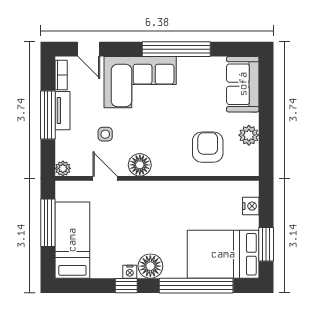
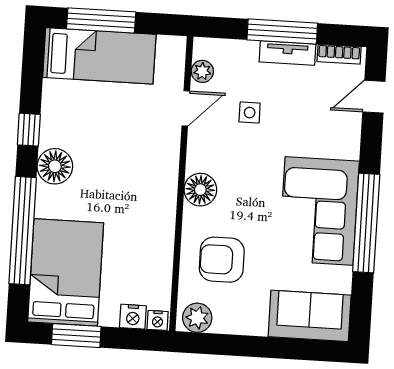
corner sofa: (140, 82) -> (319, 211), moved
plant: (249, 135) -> (197, 318), moved
armchair: (208, 147) -> (222, 260), turned 180
floor lamp: (140, 165) -> (200, 190), moved
plant: (63, 168) -> (202, 71), moved
window: (48, 223) -> (101, 20), moved
nightstand: (130, 272) -> (158, 320), moved, turned -90

